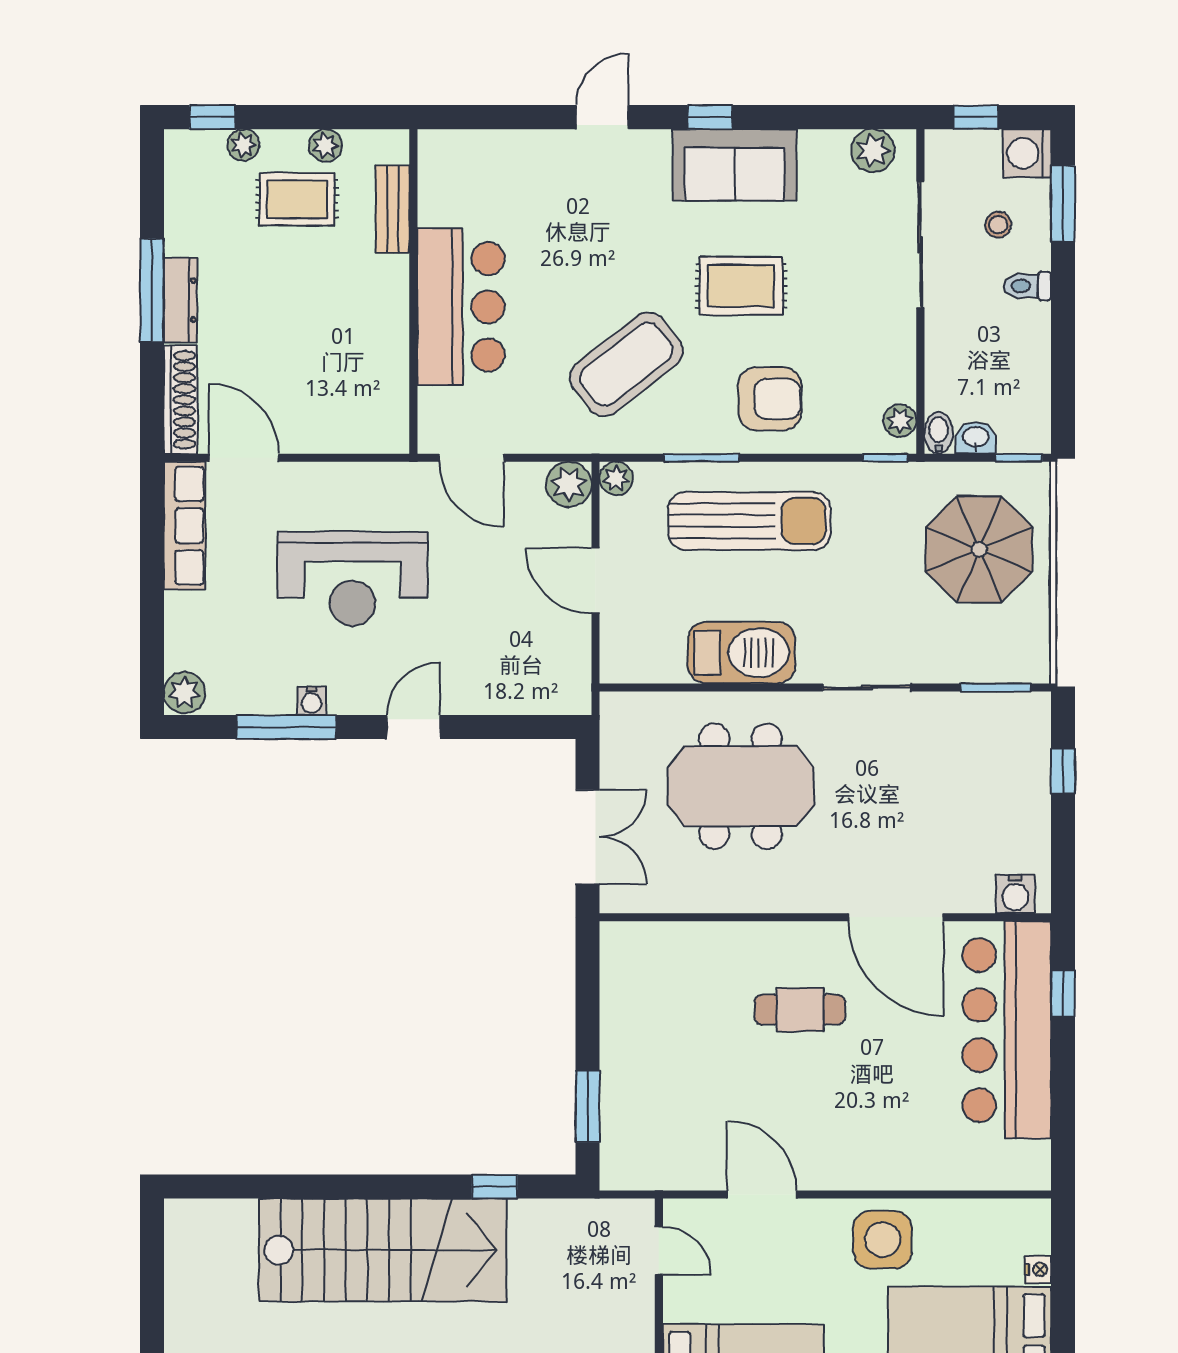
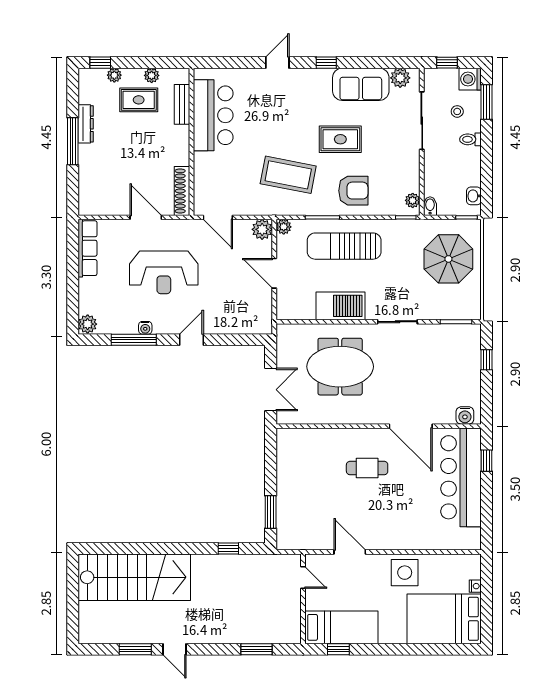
sofa: (734, 165) -> (361, 84), moved
dresser: (180, 300) -> (86, 124), moved
bar counter: (461, 307) -> (213, 115), moved
coffee table: (626, 364) -> (288, 175), turned 49
shoe rack: (180, 400) -> (182, 191), moved, turned 180
washbasin: (976, 438) -> (474, 196), moved, turned -90
door: (244, 458) -> (146, 217), moved
sun lounger: (749, 521) -> (344, 246), turned 180
stairs: (383, 1250) -> (134, 577), moved

